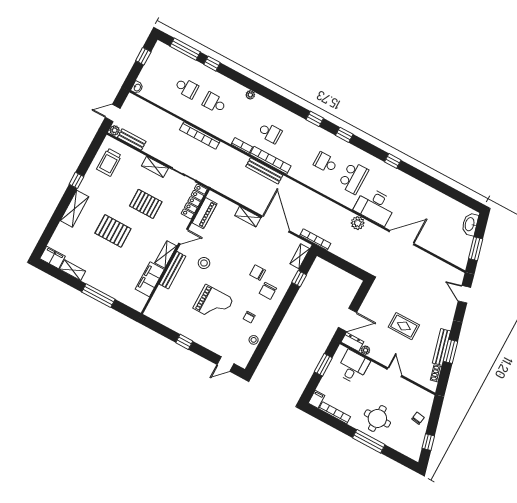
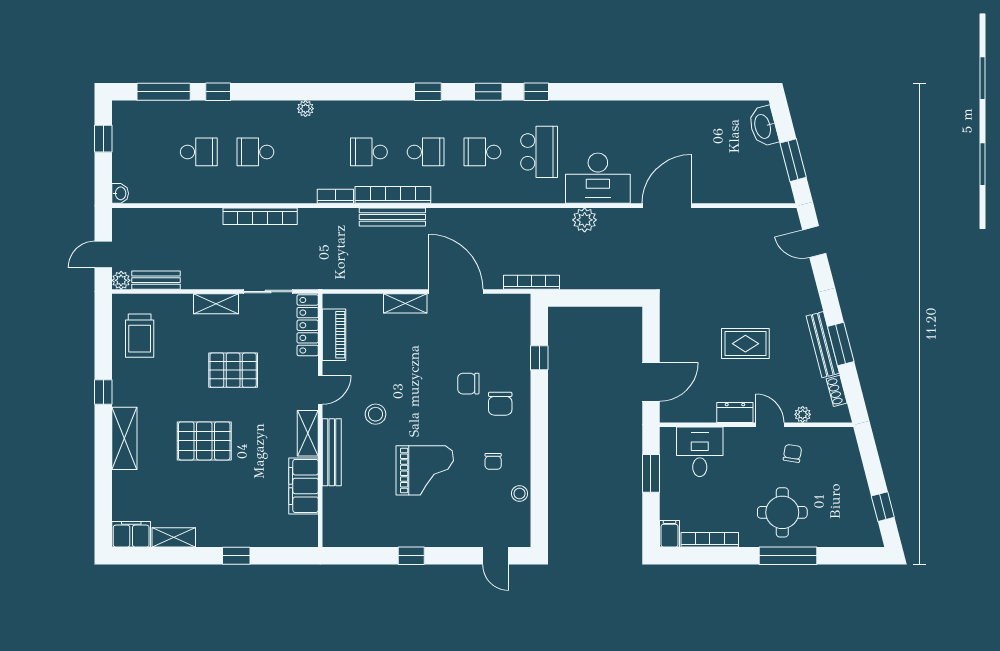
school desk: (270, 133) -> (369, 152), turned 180
school desk: (298, 148) -> (426, 152), added
window: (393, 161) -> (536, 92), moved
shelving: (300, 256) -> (521, 322), removed
window: (98, 296) -> (236, 556), width x0.46
dresser: (352, 342) -> (735, 412), moved
plant: (365, 350) -> (803, 414), moved
door: (225, 364) -> (496, 556), hinge flipped
chair: (418, 418) -> (792, 453), moved

